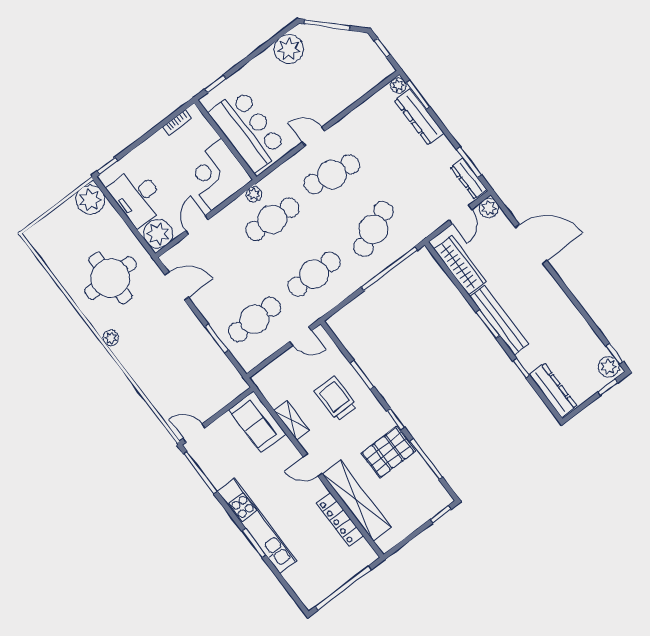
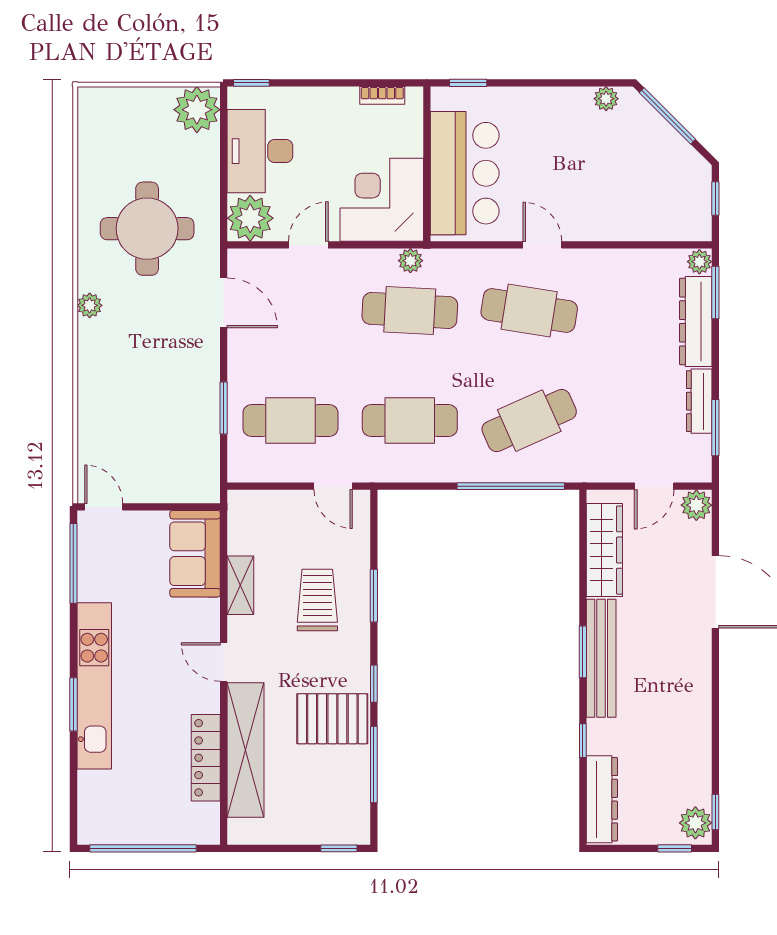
plant: (289, 49) -> (606, 99), width x0.53, depth x0.53
dresser: (469, 179) -> (699, 401), moved

